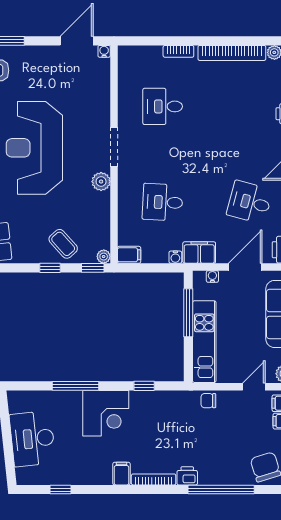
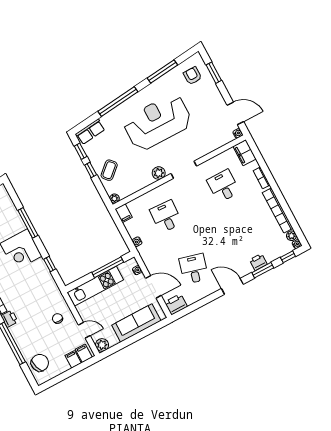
filing cabinet: (199, 253) -> (244, 153), moved, turned 180
window: (93, 268) -> (81, 151), moved
chair: (208, 401) -> (58, 318), moved

